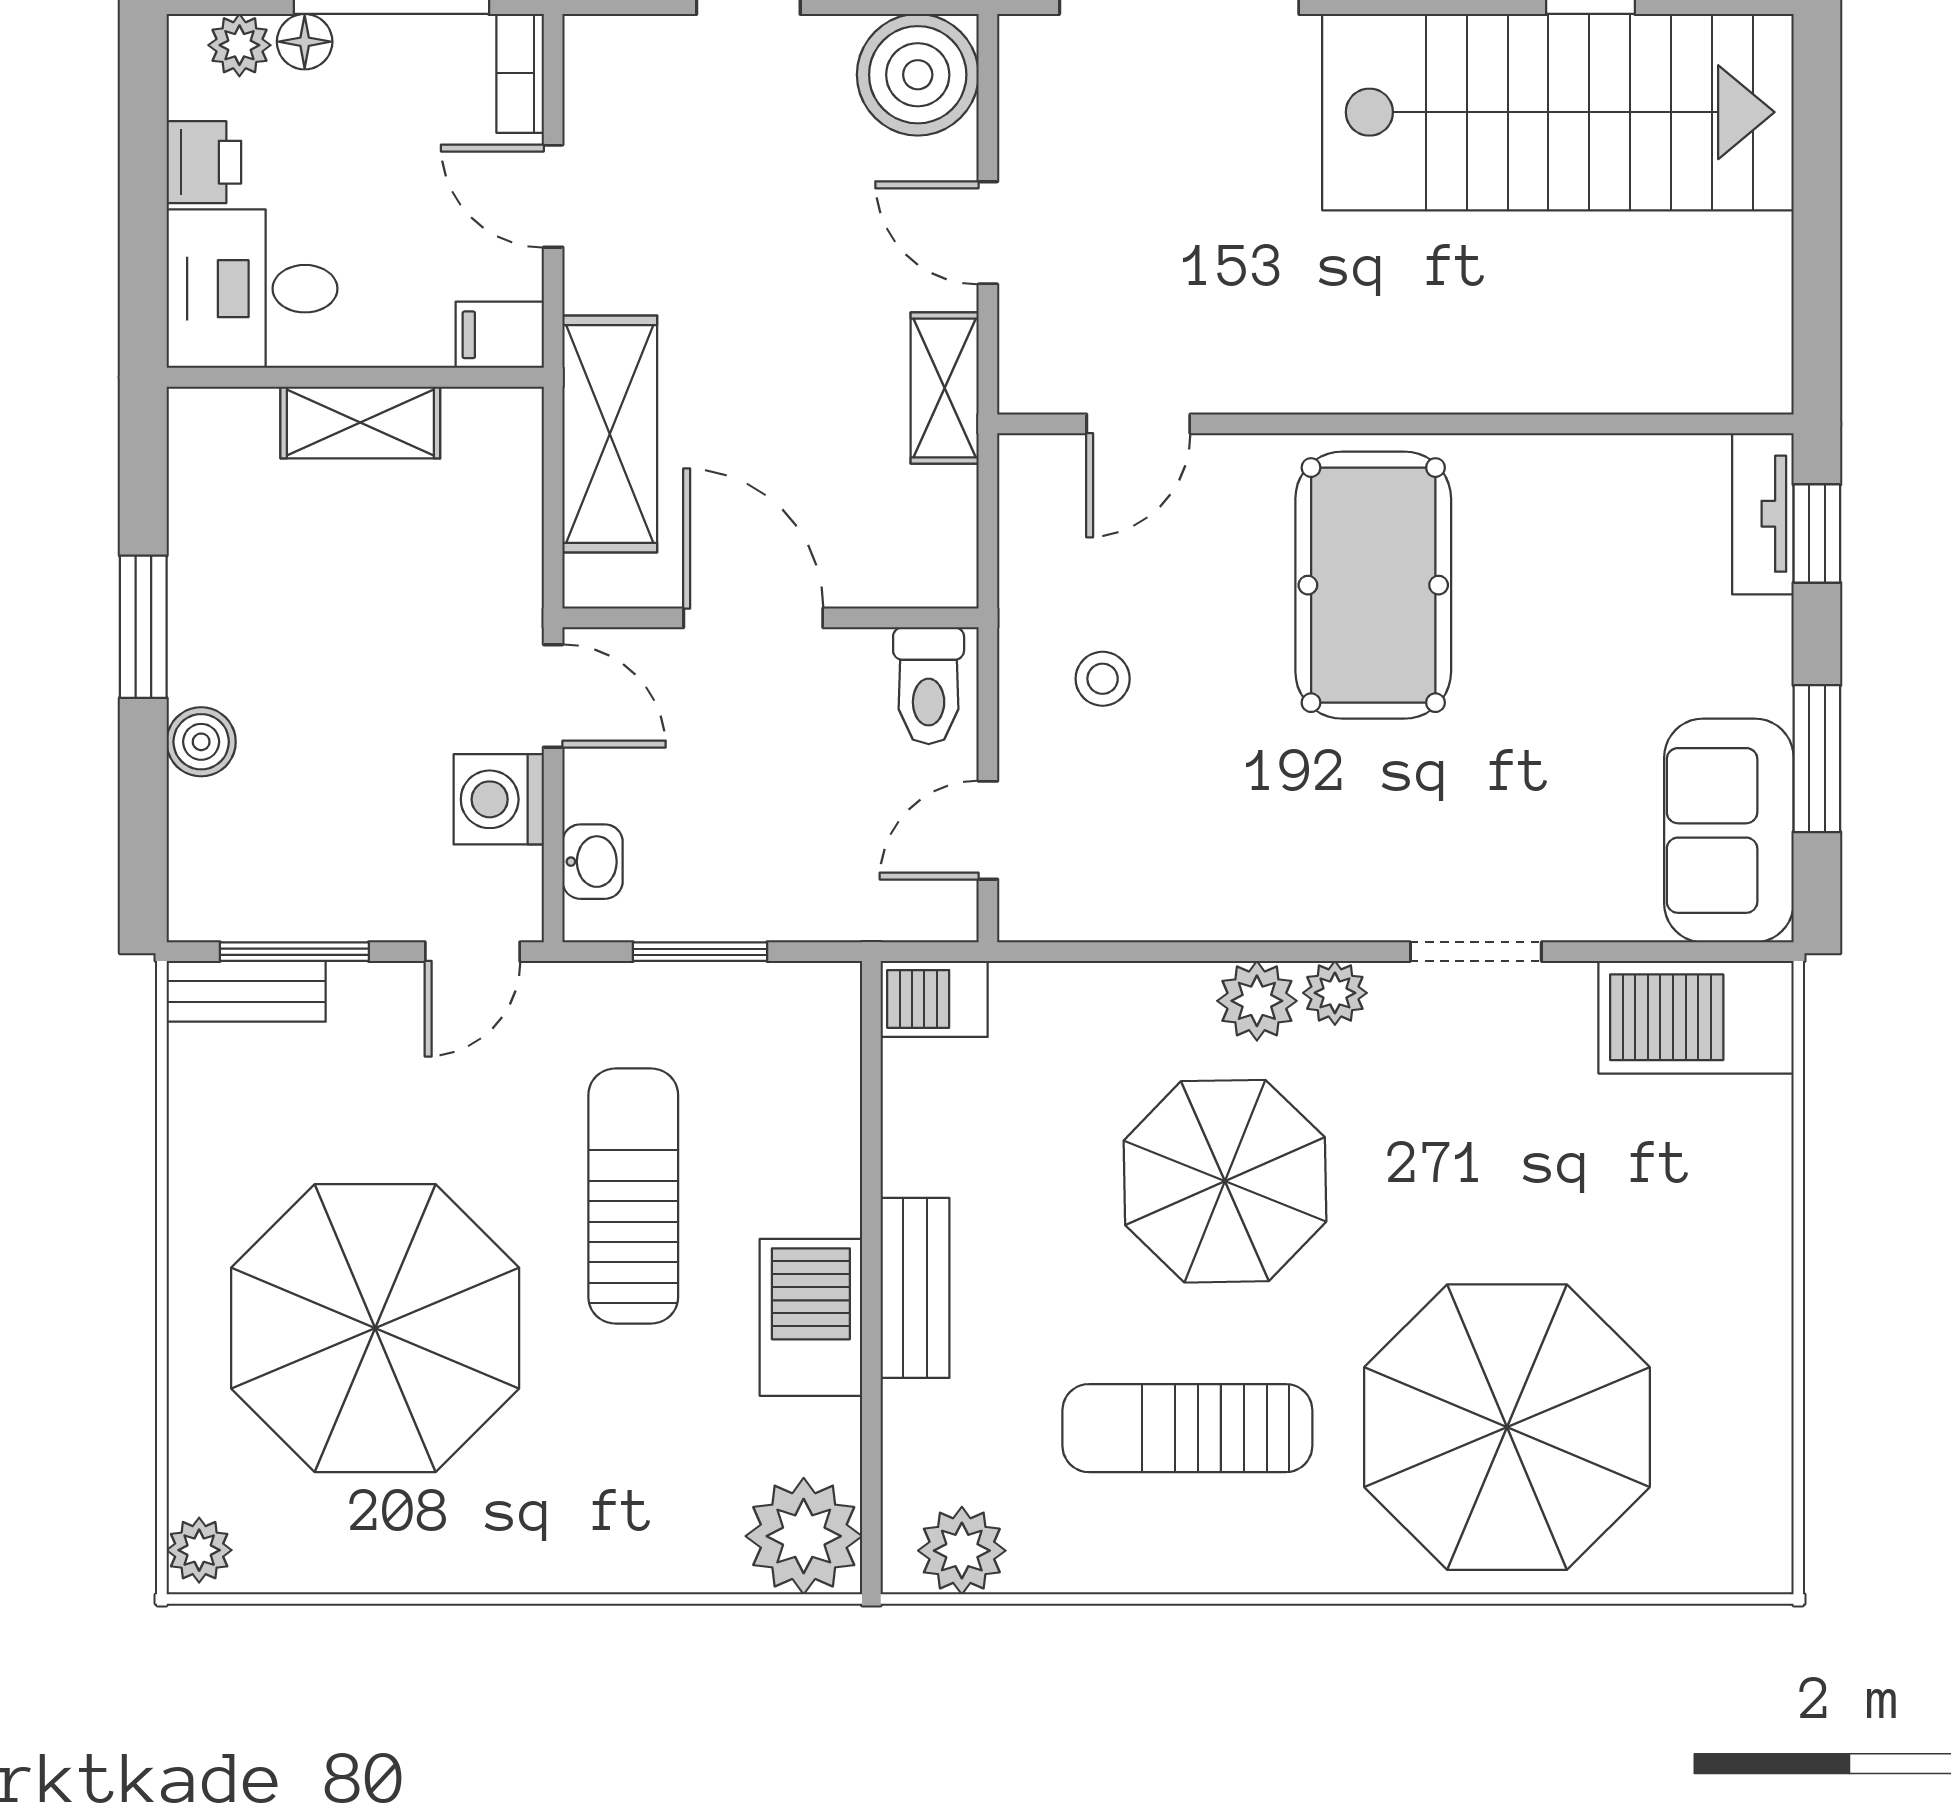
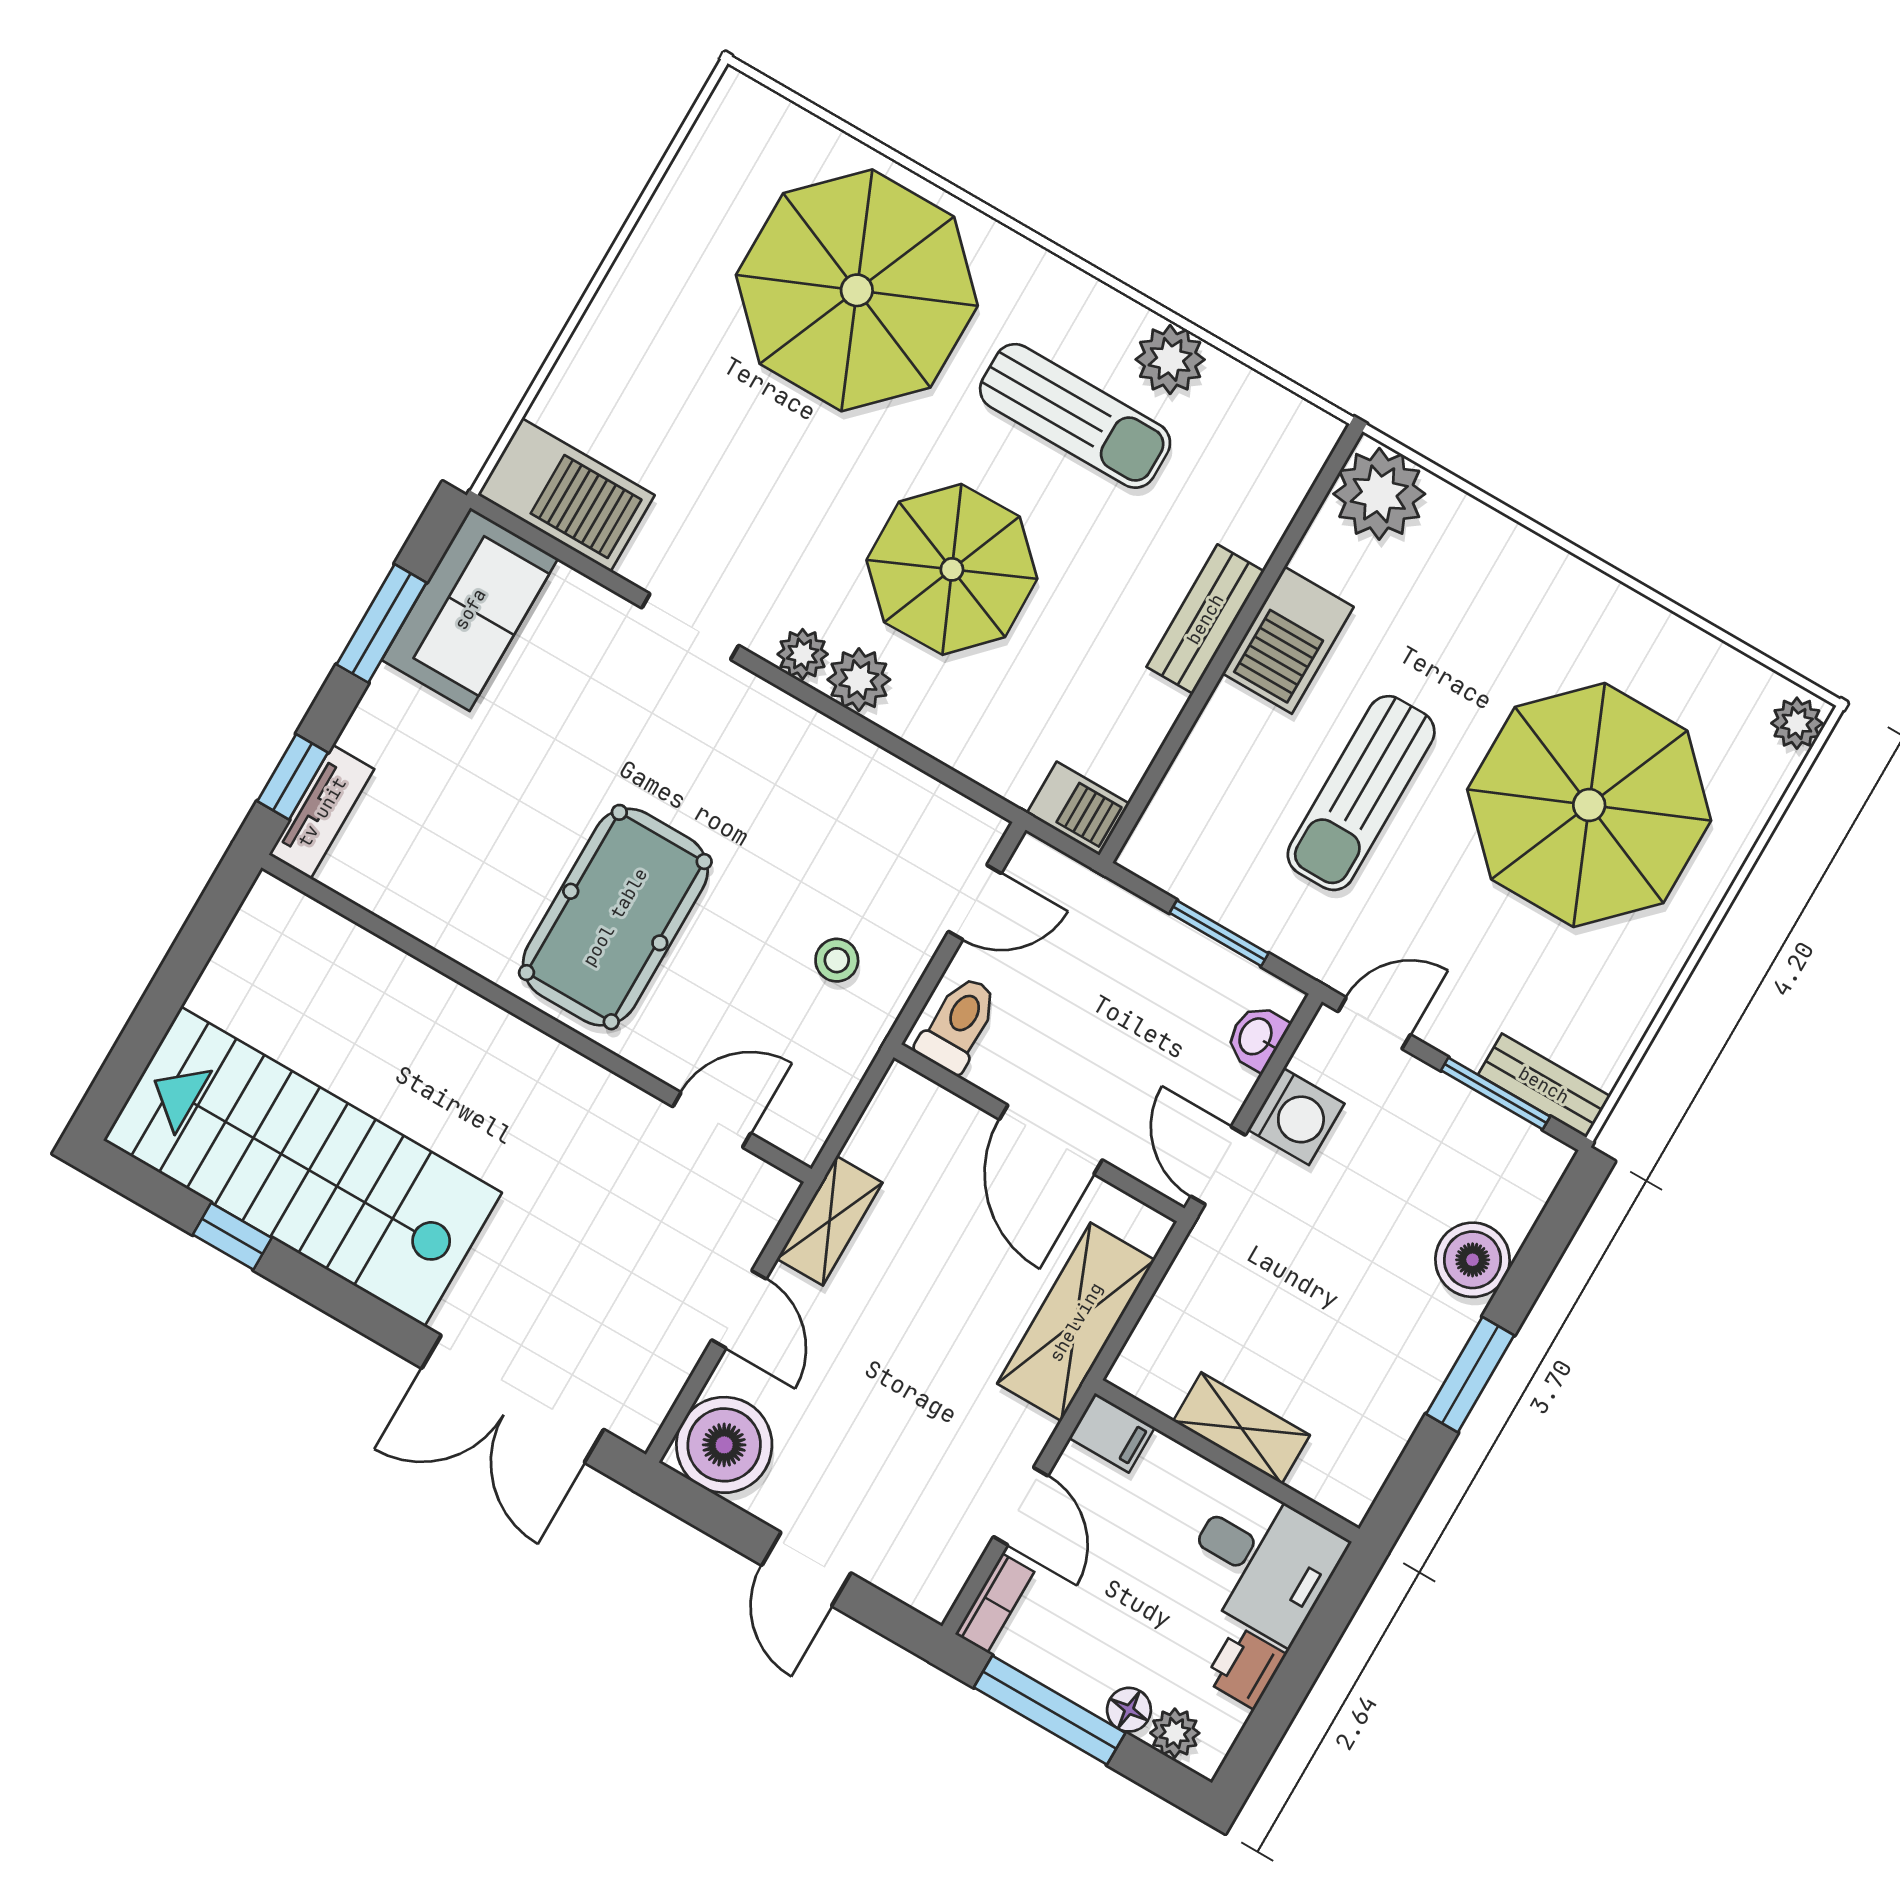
boiler: (201, 742) -> (1473, 1260), width x1.36, depth x1.36
plant: (962, 1551) -> (1170, 359), moved

